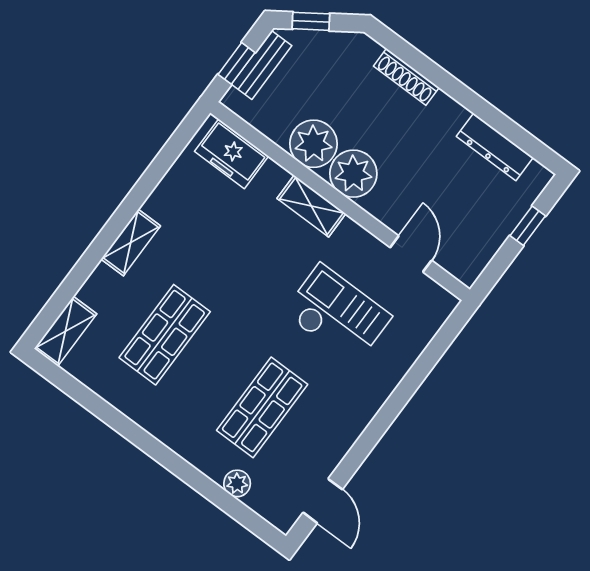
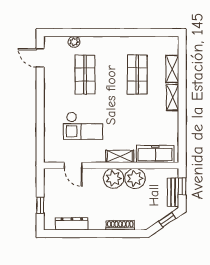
freezer: (232, 154) -> (155, 154), width x1.40
shelving: (65, 331) -> (172, 69), moved

